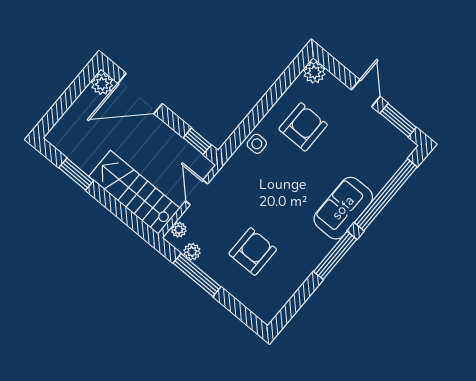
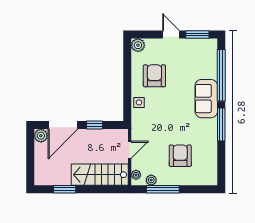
window: (197, 141) -> (94, 125), moved
door: (197, 192) -> (130, 150), swing flipped

